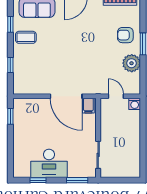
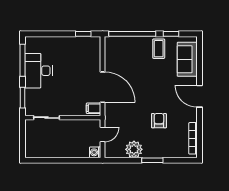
armchair: (125, 35) -> (159, 121), moved
window: (10, 65) -> (132, 34), width x3.17
door: (66, 96) -> (103, 87), swing flipped
window: (38, 180) -> (22, 60), width x2.17

